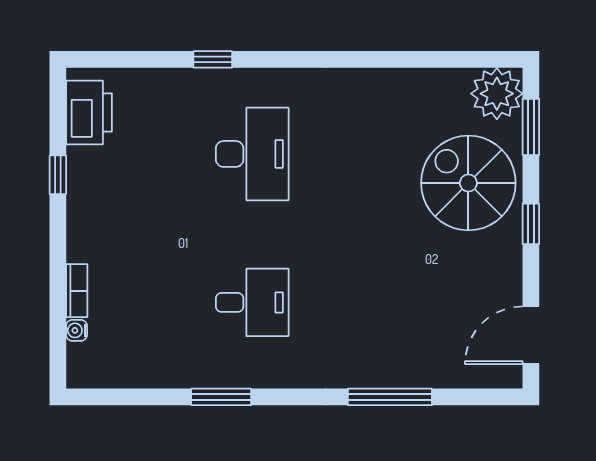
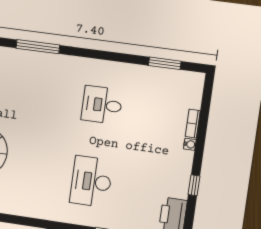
water cooler: (77, 330) -> (190, 144), moved
window: (221, 397) -> (165, 63), moved

